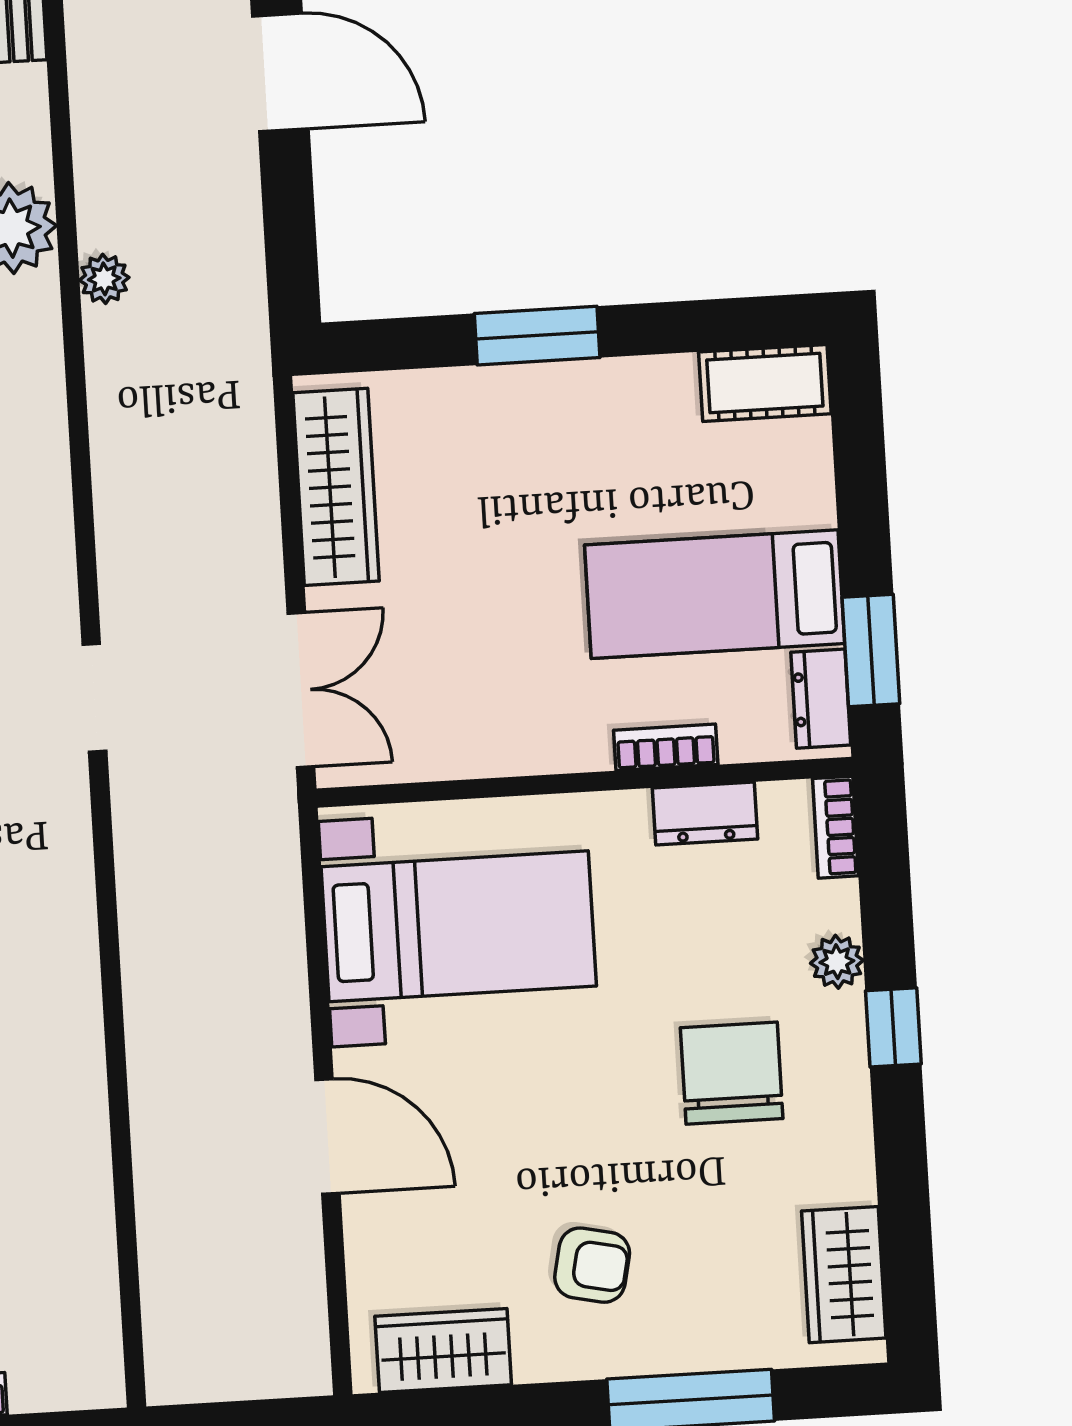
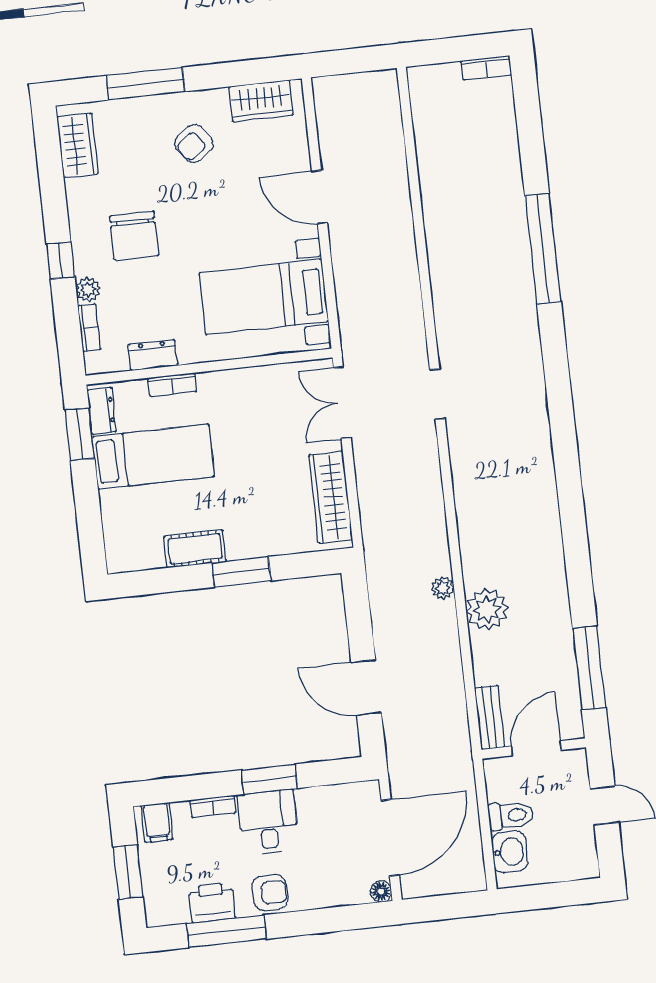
cot: (765, 383) -> (195, 549), moved
bookcase: (836, 827) -> (89, 328), moved
armchair: (592, 1265) -> (194, 144), turned -48

